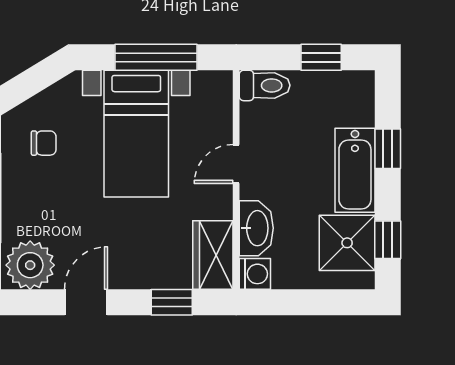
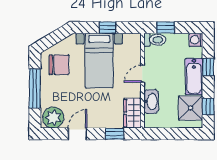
window: (156, 57) -> (108, 28), width x0.46
window: (321, 57) -> (166, 28), moved
chair: (44, 143) -> (59, 65), width x1.87, depth x1.87
washing machine: (255, 274) -> (196, 40), moved, turned 180

